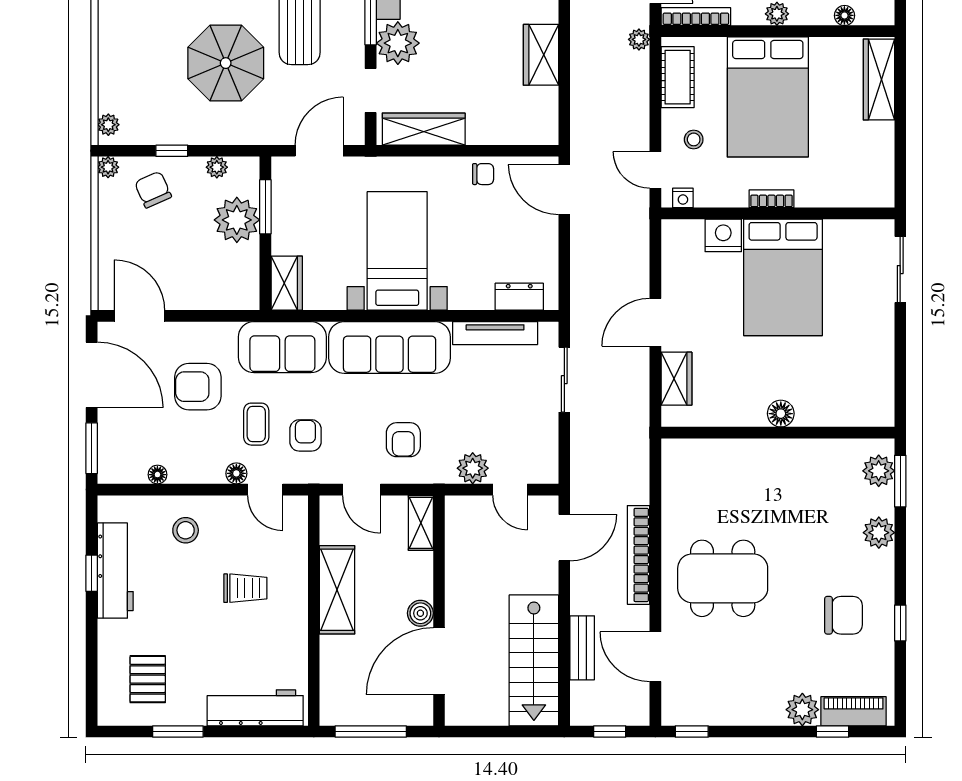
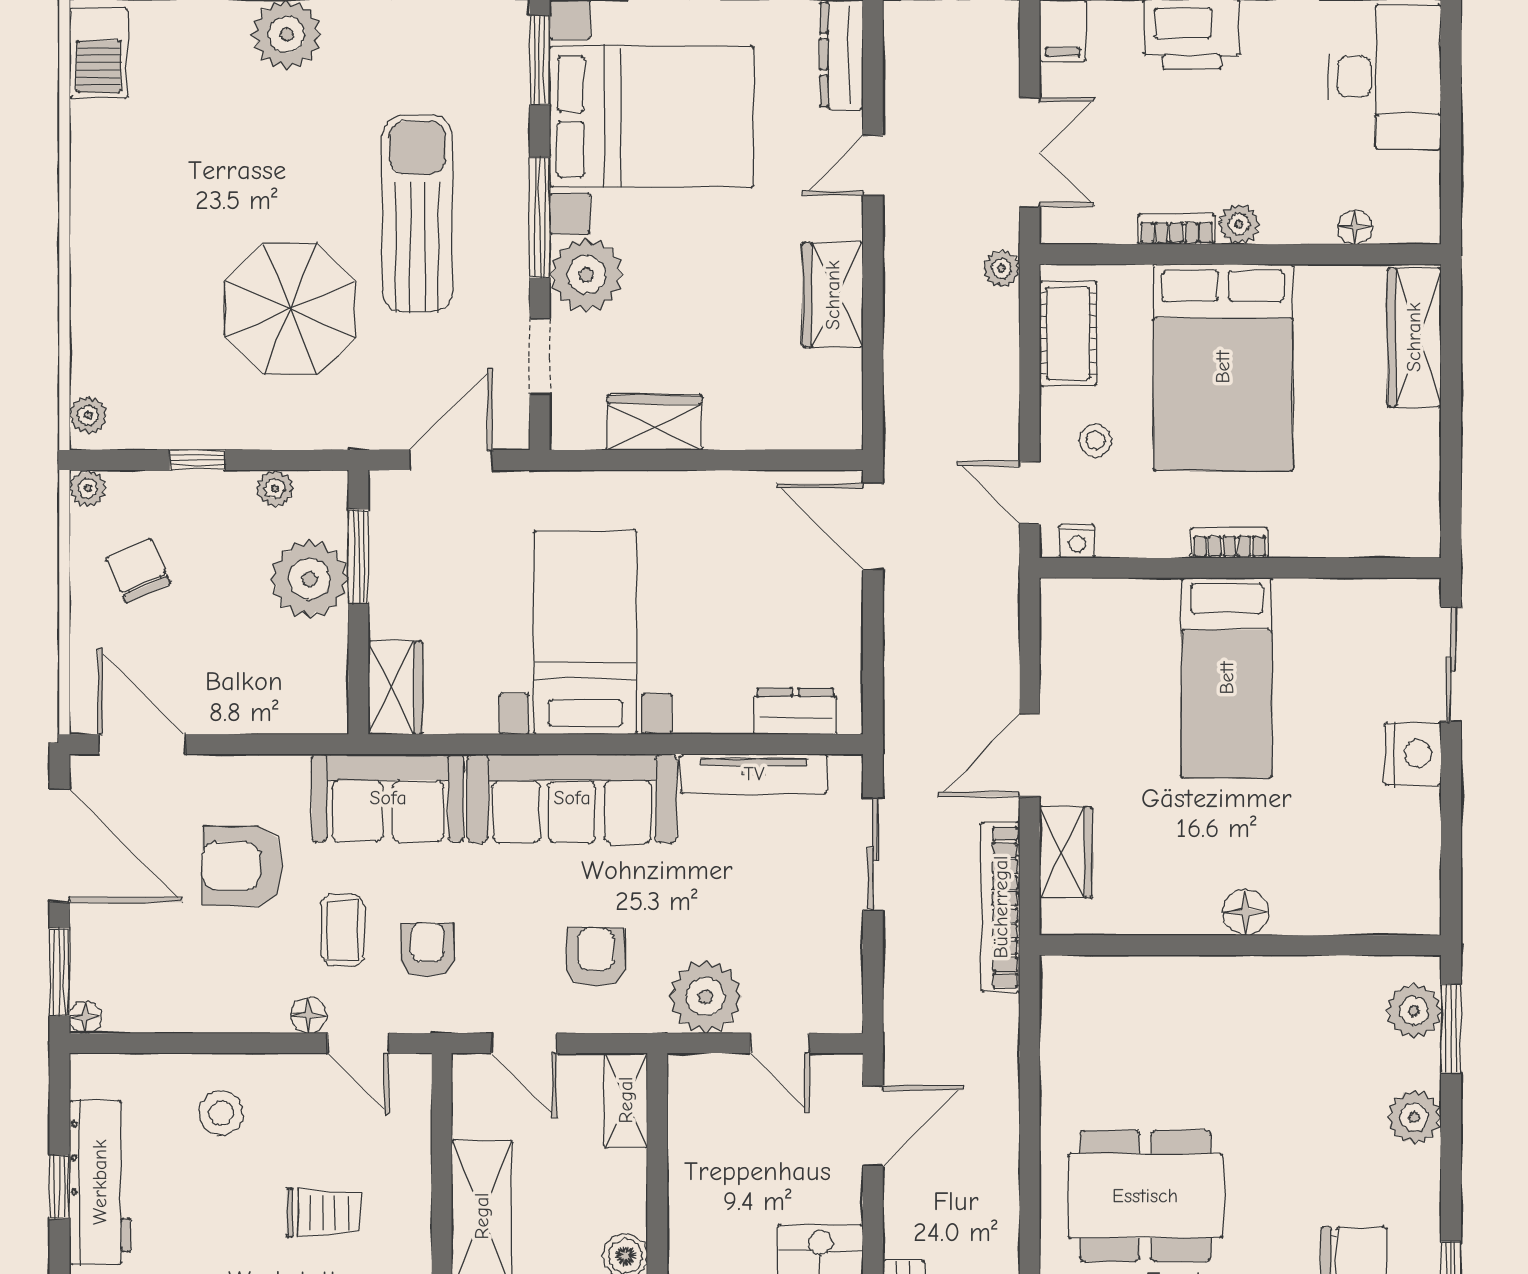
bookcase: (696, 17) -> (1176, 229), moved, width x0.64
wardrobe: (424, 129) -> (655, 423), width x0.67
chair: (483, 174) -> (733, 500), removed
chair: (153, 190) -> (138, 571), moved
nightstand: (723, 235) -> (1413, 754), moved, turned 90
bed: (783, 277) -> (1227, 678), width x0.67
armchair: (403, 440) -> (596, 957), turned 180
plant: (473, 468) -> (705, 997), width x1.36, depth x1.36
floor lamp: (157, 475) -> (85, 1017), moved
bookcase: (638, 555) -> (1001, 907), moved

